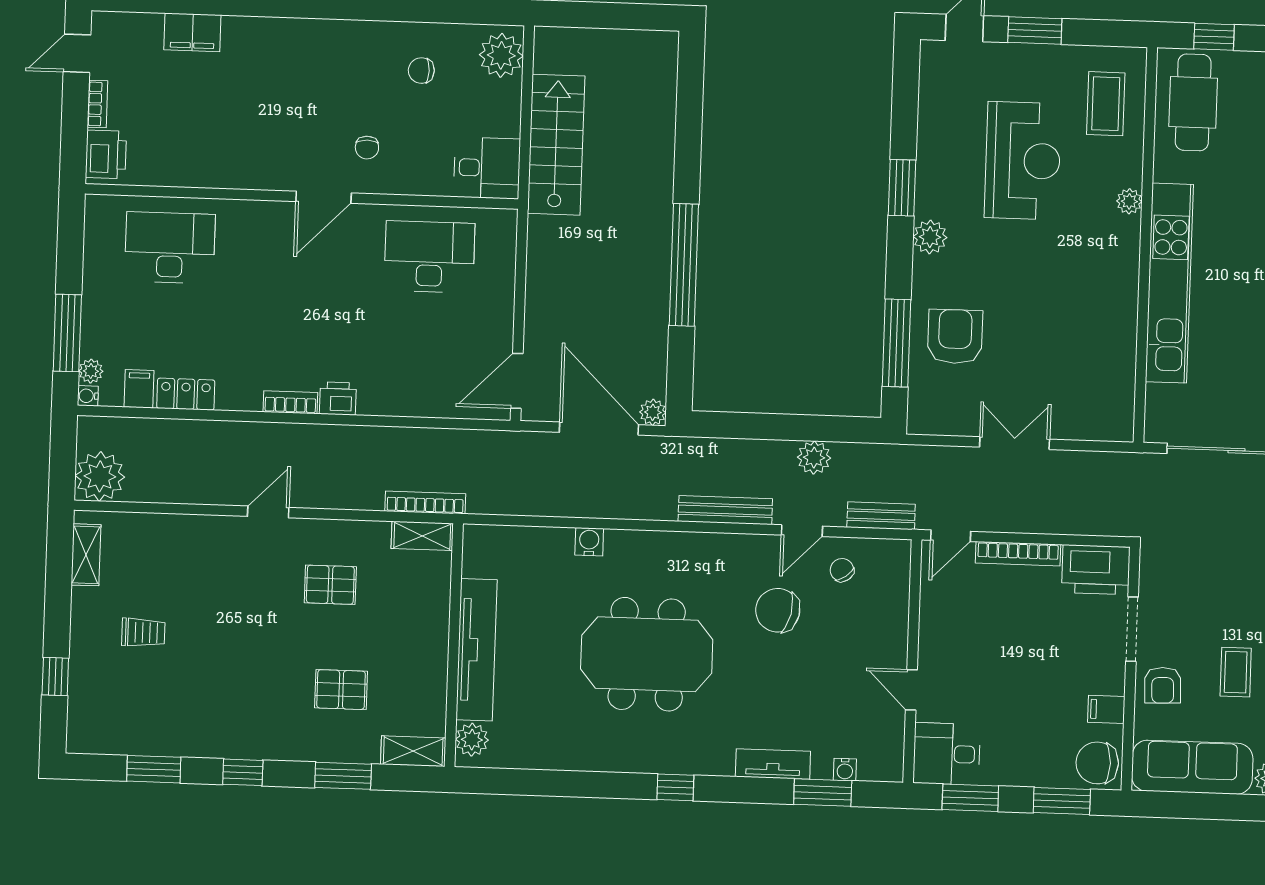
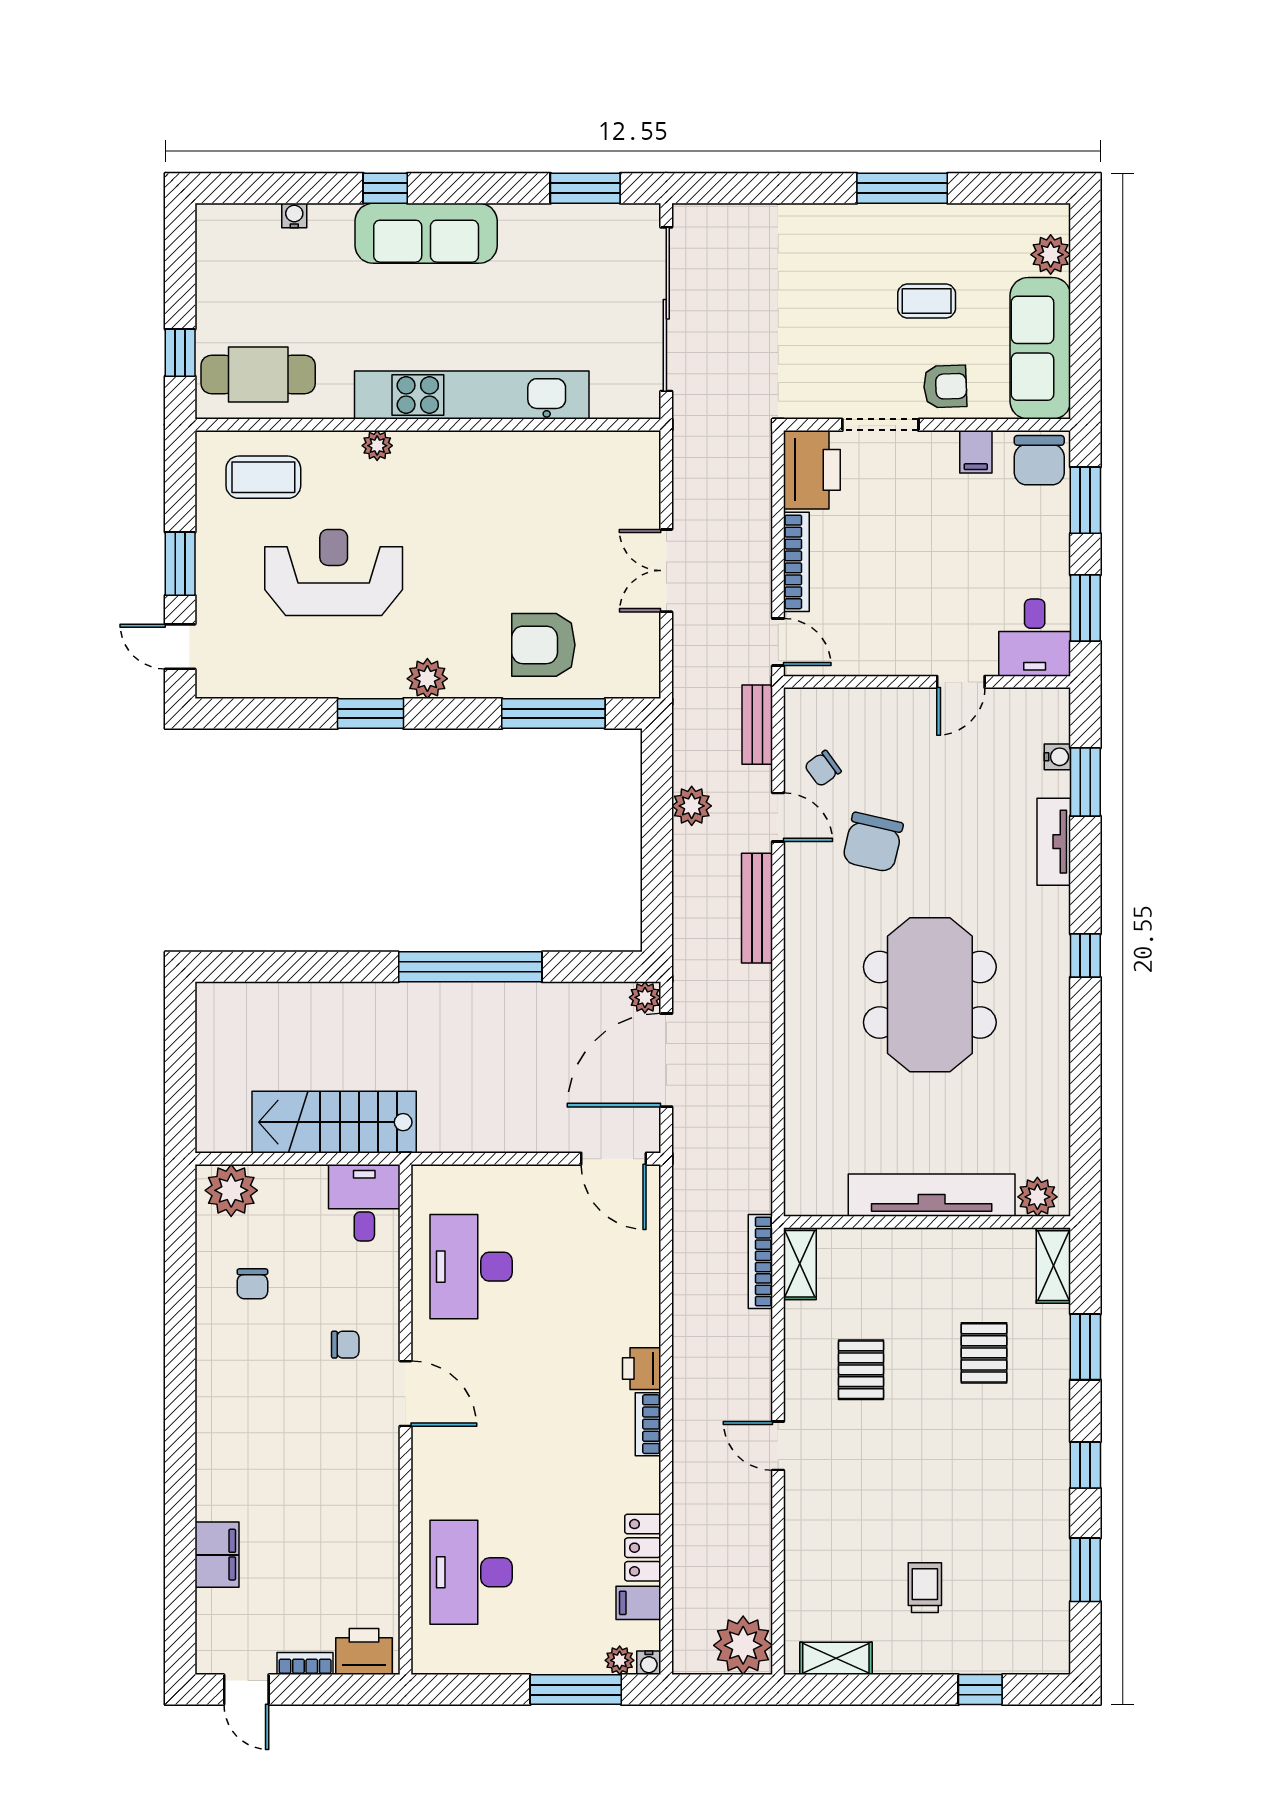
water cooler: (589, 542) -> (800, 1067), removed

